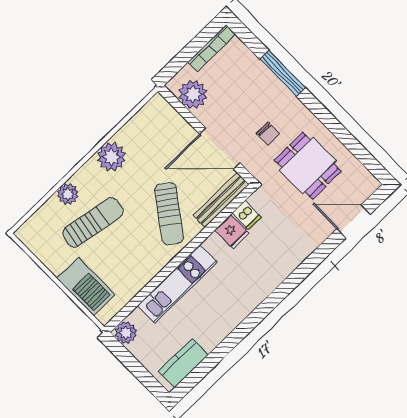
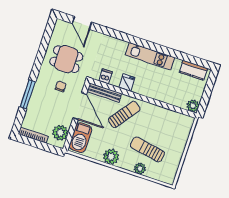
dining table: (308, 166) -> (66, 59), turned 90
fridge: (232, 232) -> (127, 83), moved
kitchen unit: (177, 284) -> (150, 56), moved, turned 180
barbecue: (86, 286) -> (80, 138), moved, turned 180

